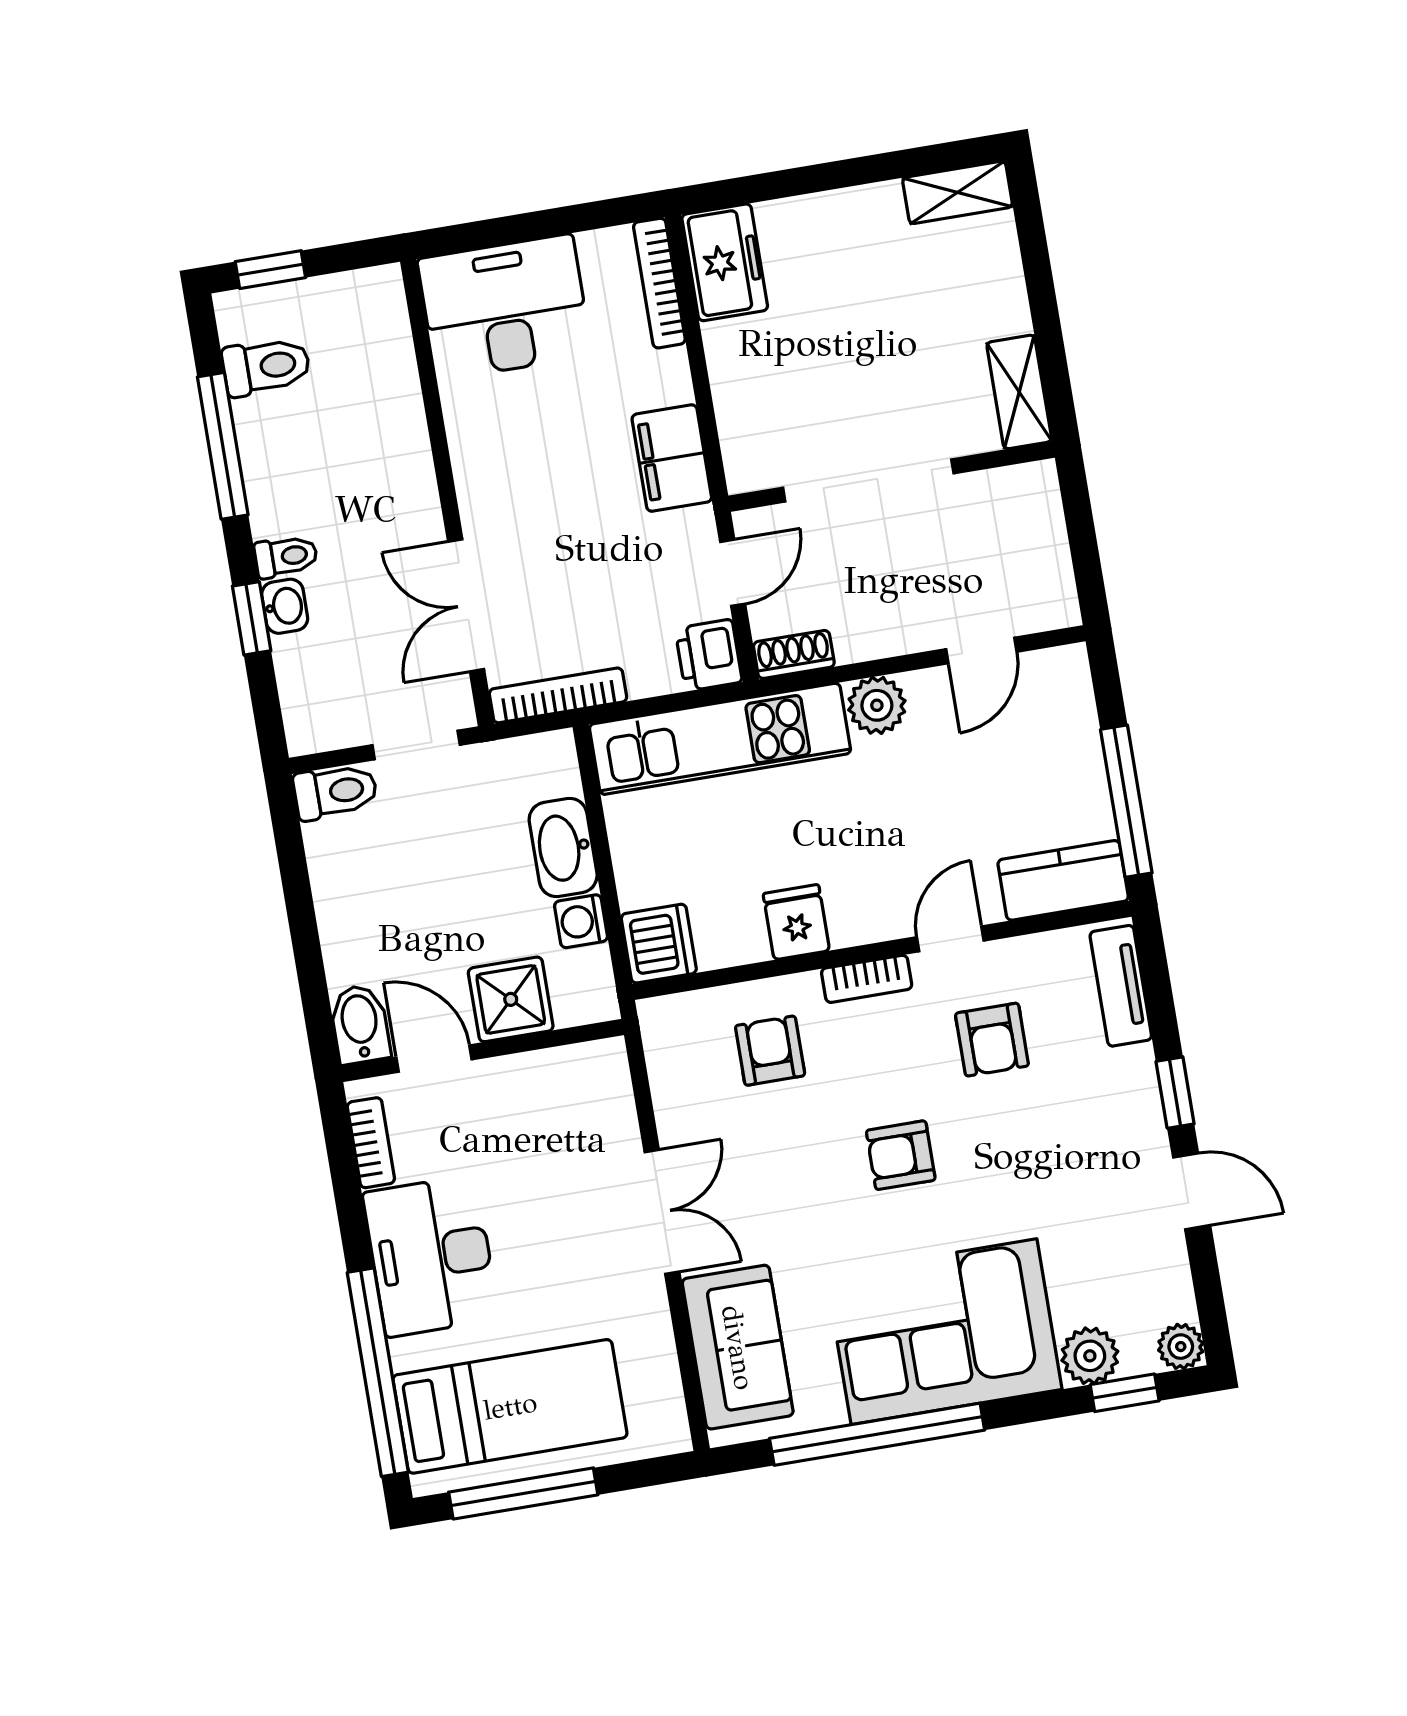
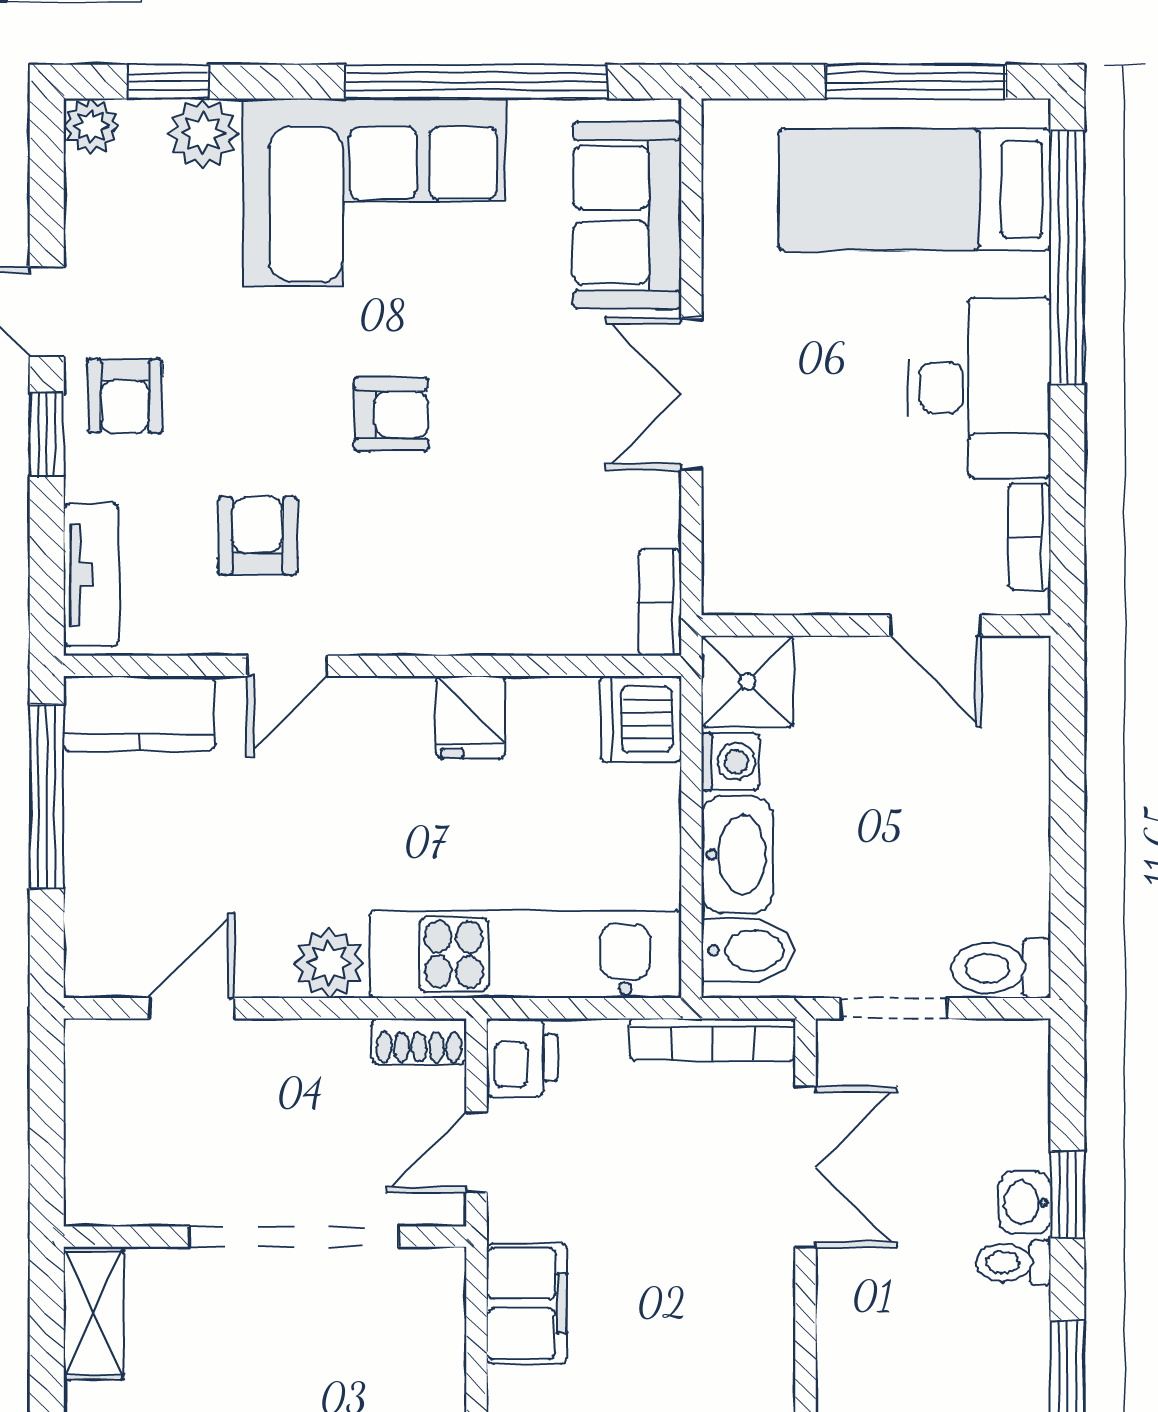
bookcase: (867, 979) -> (660, 602), moved, turned -90
shower: (511, 999) -> (747, 682), moved
bidet: (360, 1024) -> (748, 950), moved, turned -90
armchair: (770, 1051) -> (125, 396), moved

